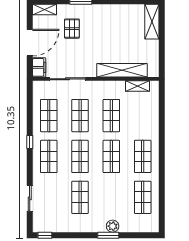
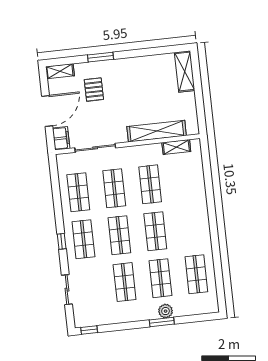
window: (30, 142) -> (62, 241), moved
shop shelf: (143, 156) -> (160, 278), moved

